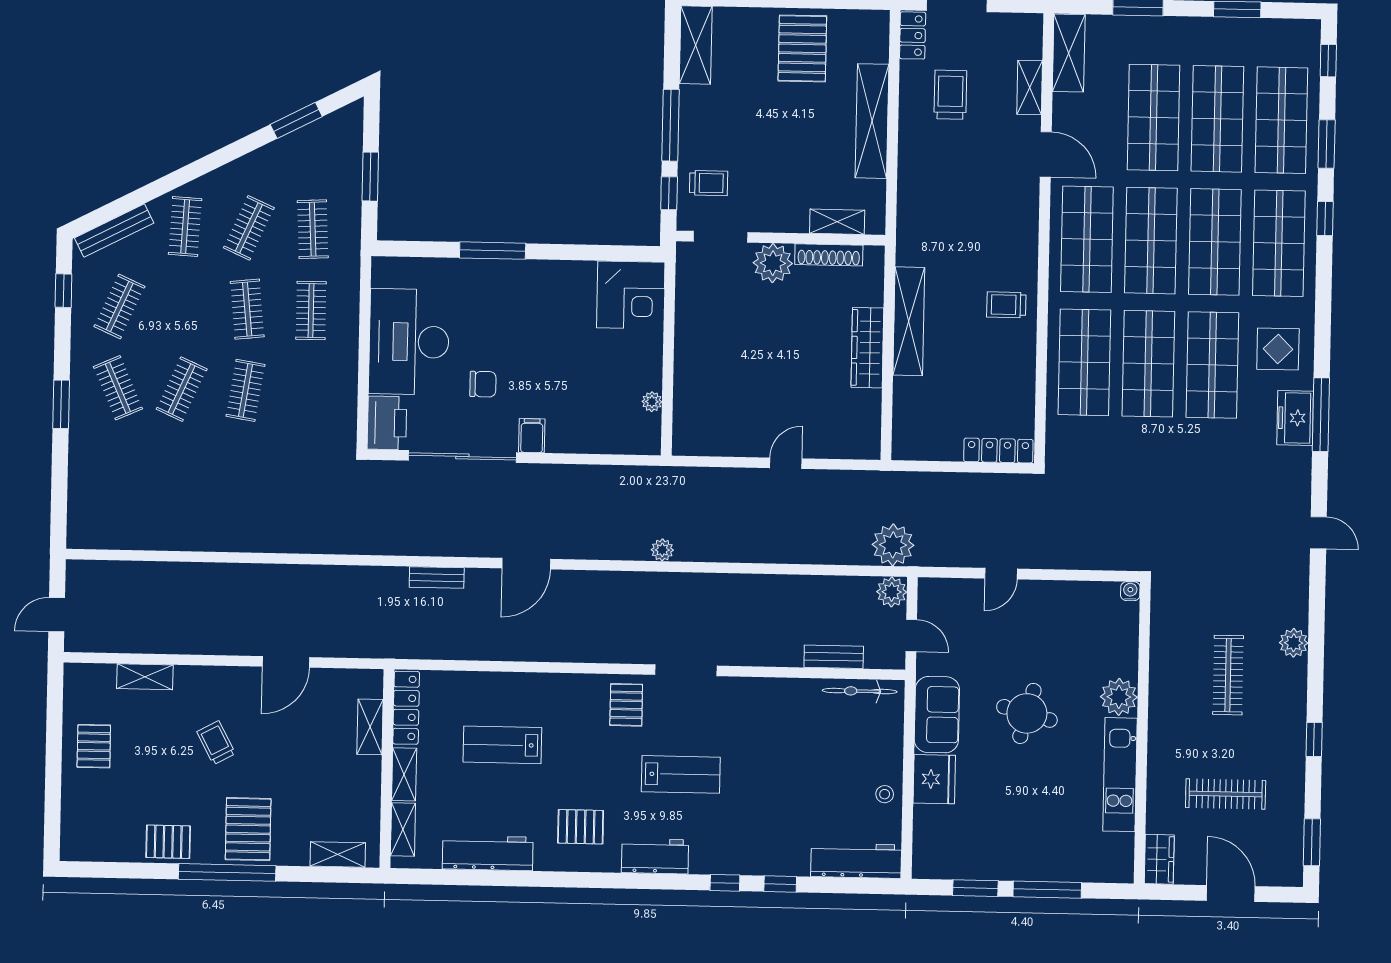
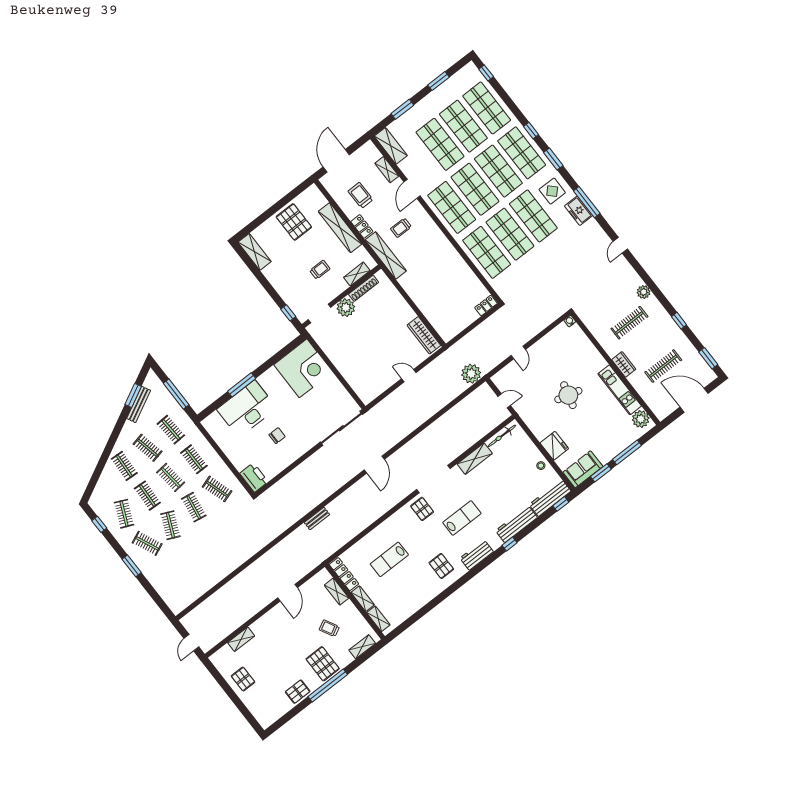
locker: (913, 35) -> (362, 226), moved
window: (670, 125) -> (269, 288), removed
window: (1327, 144) -> (553, 159), moved
door: (1046, 154) -> (412, 189), swing flipped
window: (370, 177) -> (176, 394), width x1.44
trolley: (709, 183) -> (320, 270), moved
clothes rail: (249, 228) -> (148, 448), turned -36
bench: (114, 230) -> (139, 404), moved
corner desk: (631, 295) -> (303, 368), width x1.36, depth x1.36
trolley: (1006, 305) -> (401, 228), moved
clothes rail: (183, 308) -> (147, 496), added
shelving: (909, 321) -> (386, 255), moved
desk: (409, 342) -> (247, 409), moved, turned 90
wardrobe: (867, 348) -> (424, 335), moved
clothes rail: (309, 392) -> (217, 489), added
plant: (652, 402) -> (343, 393), removed
filing cabinet: (532, 436) -> (310, 440), removed
locker: (998, 451) -> (486, 306), width x0.66
sliding door: (462, 456) -> (341, 428), moved
door: (786, 463) -> (409, 376), hinge flipped
door: (1318, 533) -> (620, 245), swing flipped
plant: (662, 550) -> (390, 443), removed
door: (526, 564) -> (374, 465), moved
plant: (892, 592) -> (484, 391), removed
bench: (834, 657) -> (483, 431), removed
doorway: (686, 670) -> (433, 479), width x1.36
clothes rail: (1228, 675) -> (629, 323), turned 90
shelving: (783, 692) -> (475, 459), added
plant: (1119, 697) -> (641, 419), moved
sofa: (937, 715) -> (583, 469), moved, turned -90
trolley: (216, 743) -> (329, 628), moved
pallet: (581, 827) -> (441, 566), turned 90
workbench: (488, 853) -> (516, 524), moved
wardrobe: (1159, 859) -> (624, 364), moved
window: (780, 884) -> (561, 504), moved
door: (1231, 893) -> (694, 400), width x1.36

